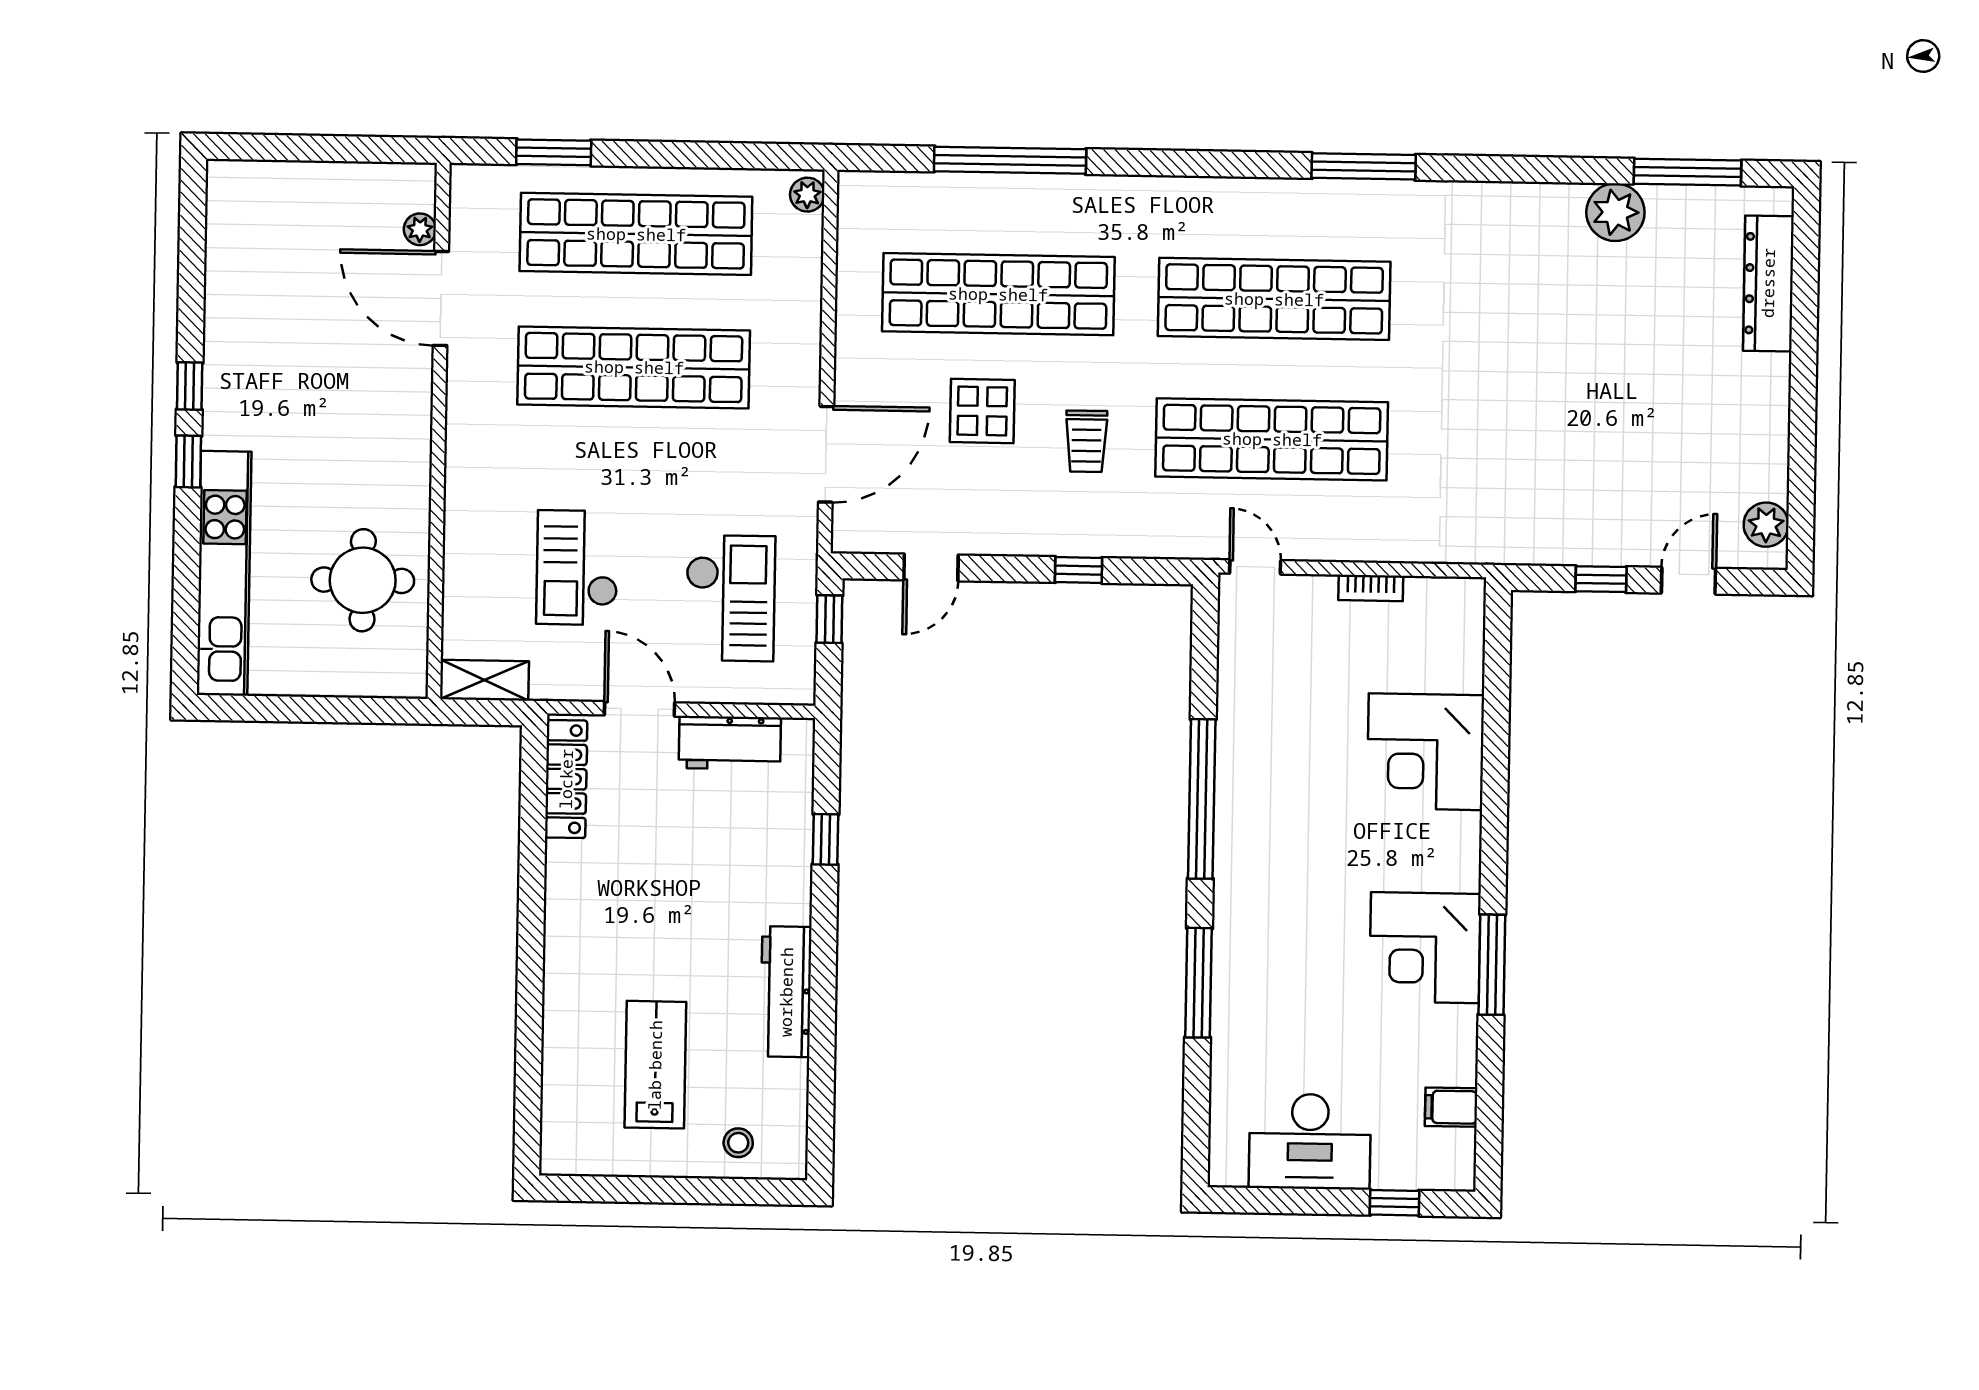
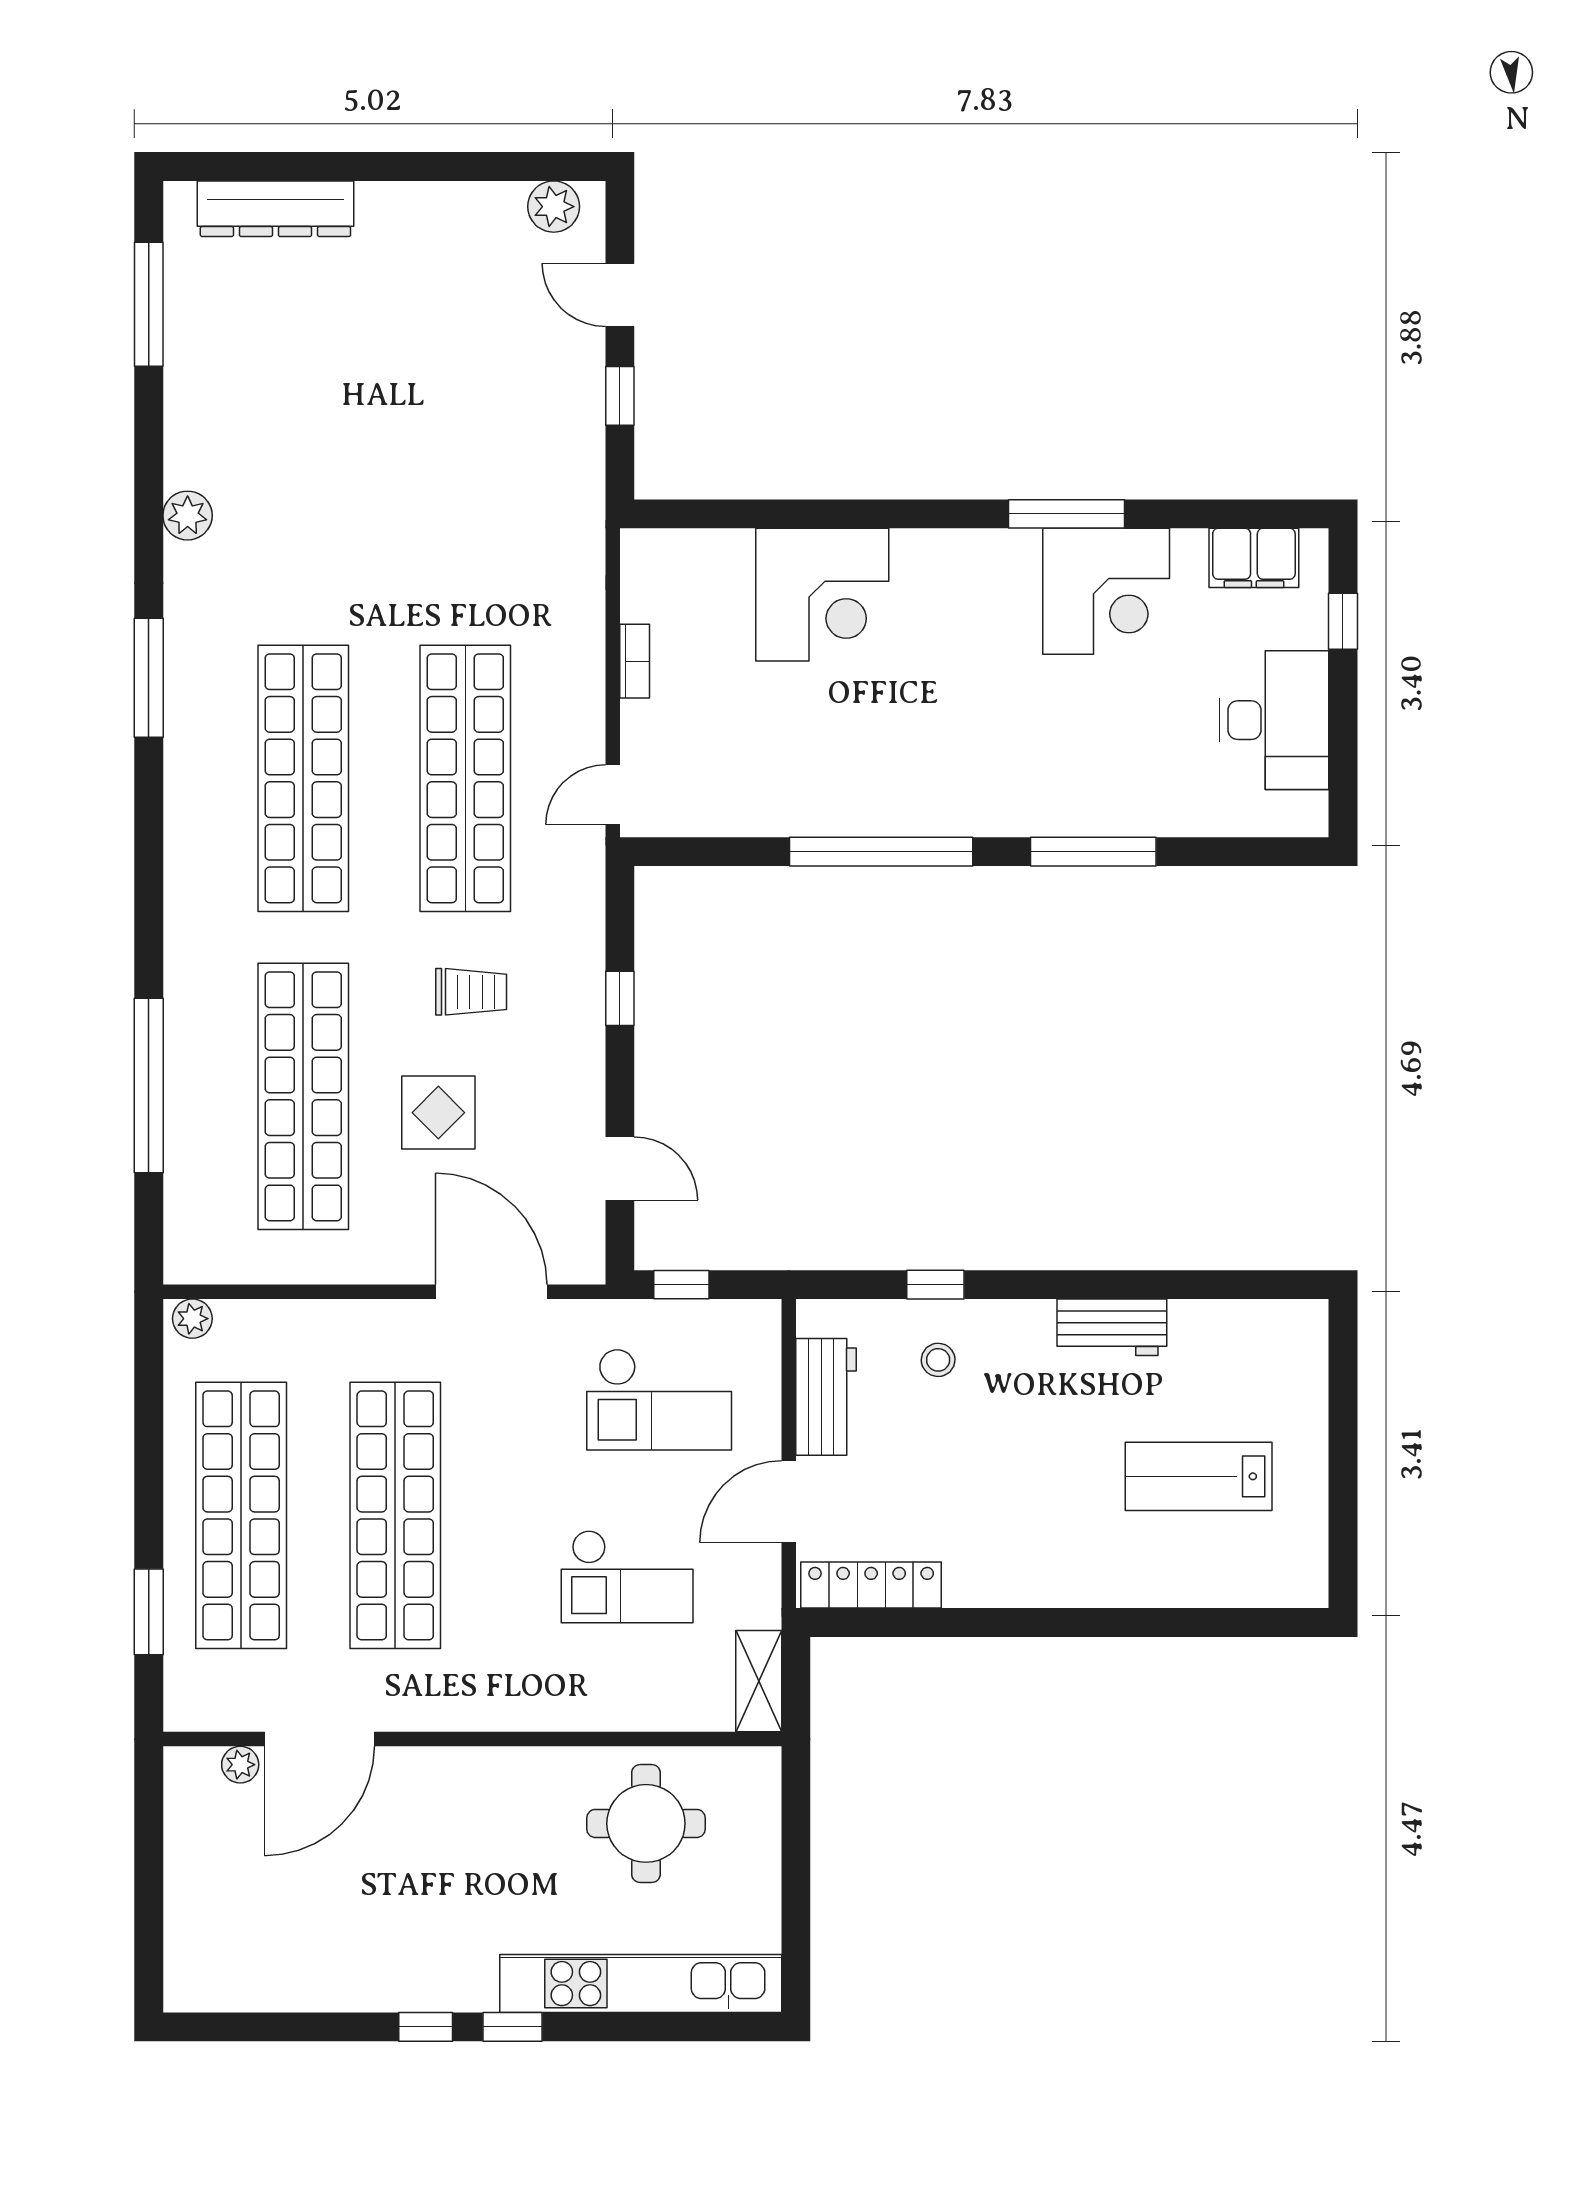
plant: (1615, 212) -> (188, 516), moved, width x0.73, depth x0.73
checkout: (730, 598) -> (659, 1399), turned 180
corner desk: (1425, 948) -> (1106, 591), moved
workbench: (786, 992) -> (1112, 1327), width x0.73
filing cabinet: (1451, 1107) -> (1254, 558), width x2.00
stool: (738, 1143) -> (938, 1360), moved

